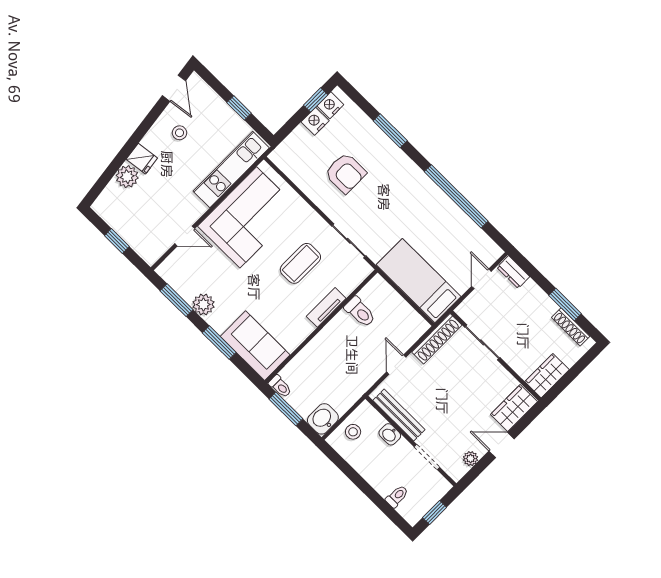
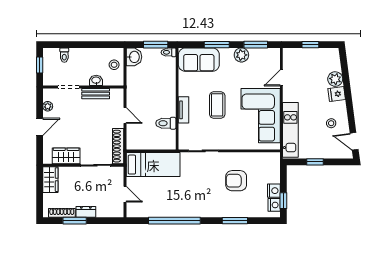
coffee table: (300, 263) -> (217, 105), moved
dresser: (513, 272) -> (86, 212), moved
wardrobe: (514, 408) -> (66, 156), moved, turned -90
bench: (399, 415) -> (96, 94), width x0.73

